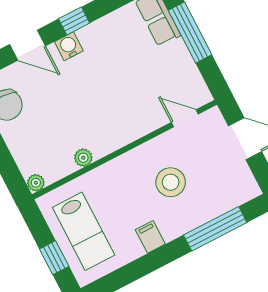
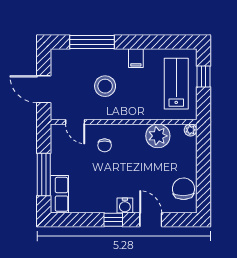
chair: (133, 108) -> (105, 145), added
plant: (83, 158) -> (158, 136), width x1.88, depth x1.88

